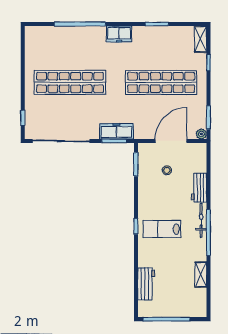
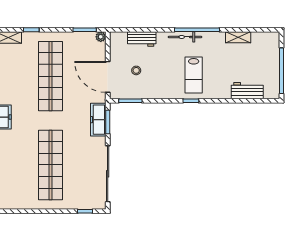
door: (171, 141) -> (108, 77), moved
workbench: (199, 188) -> (142, 39), moved

